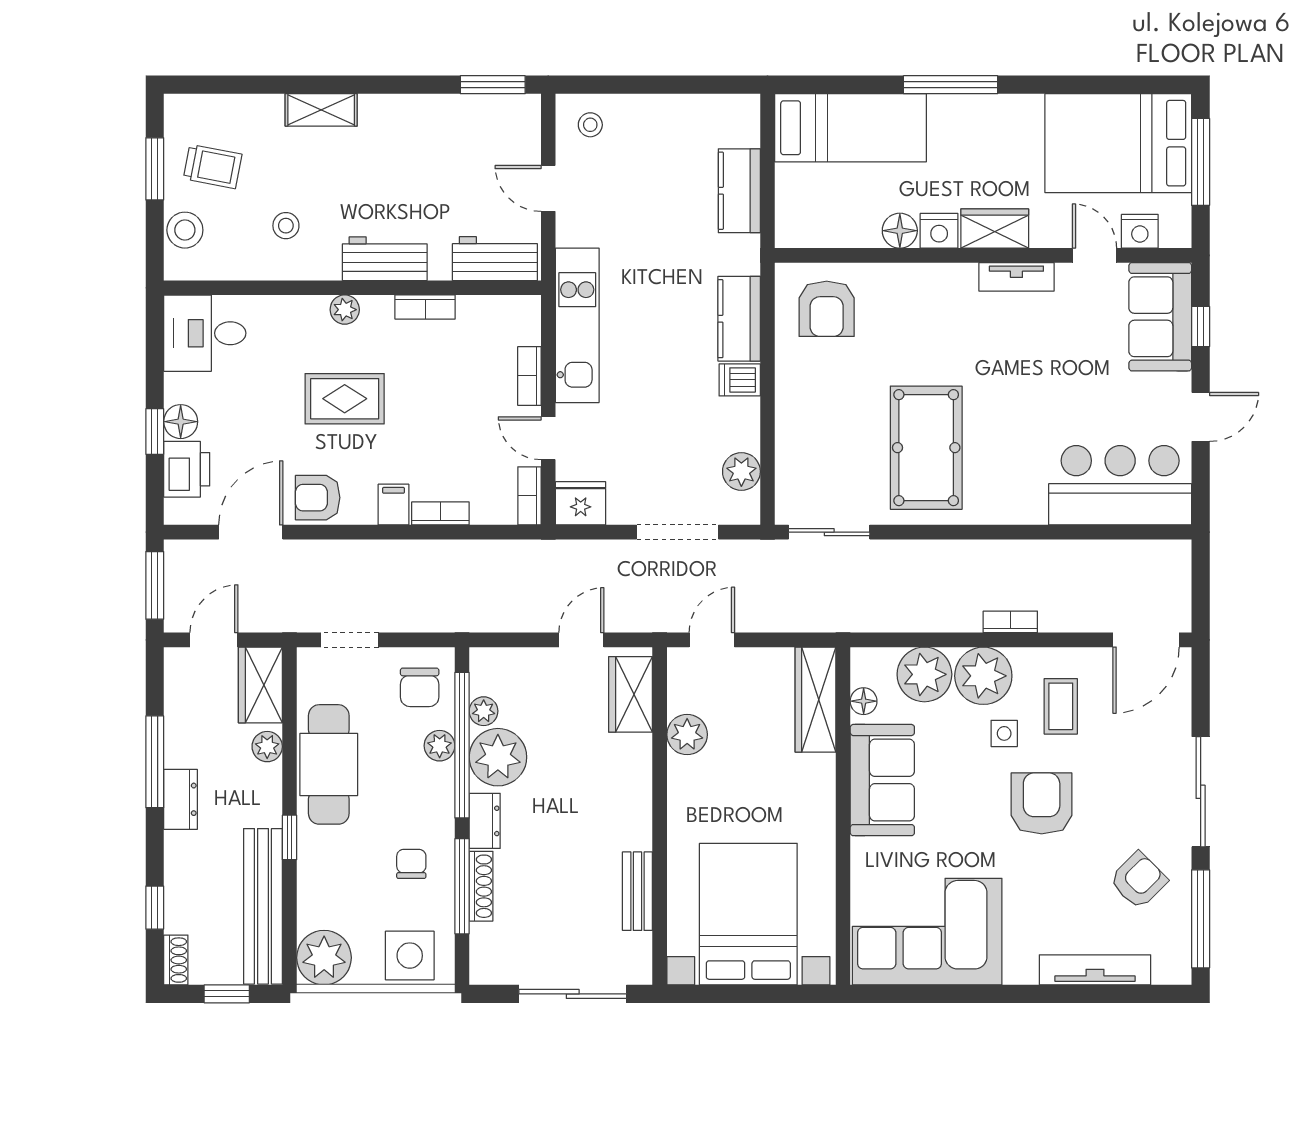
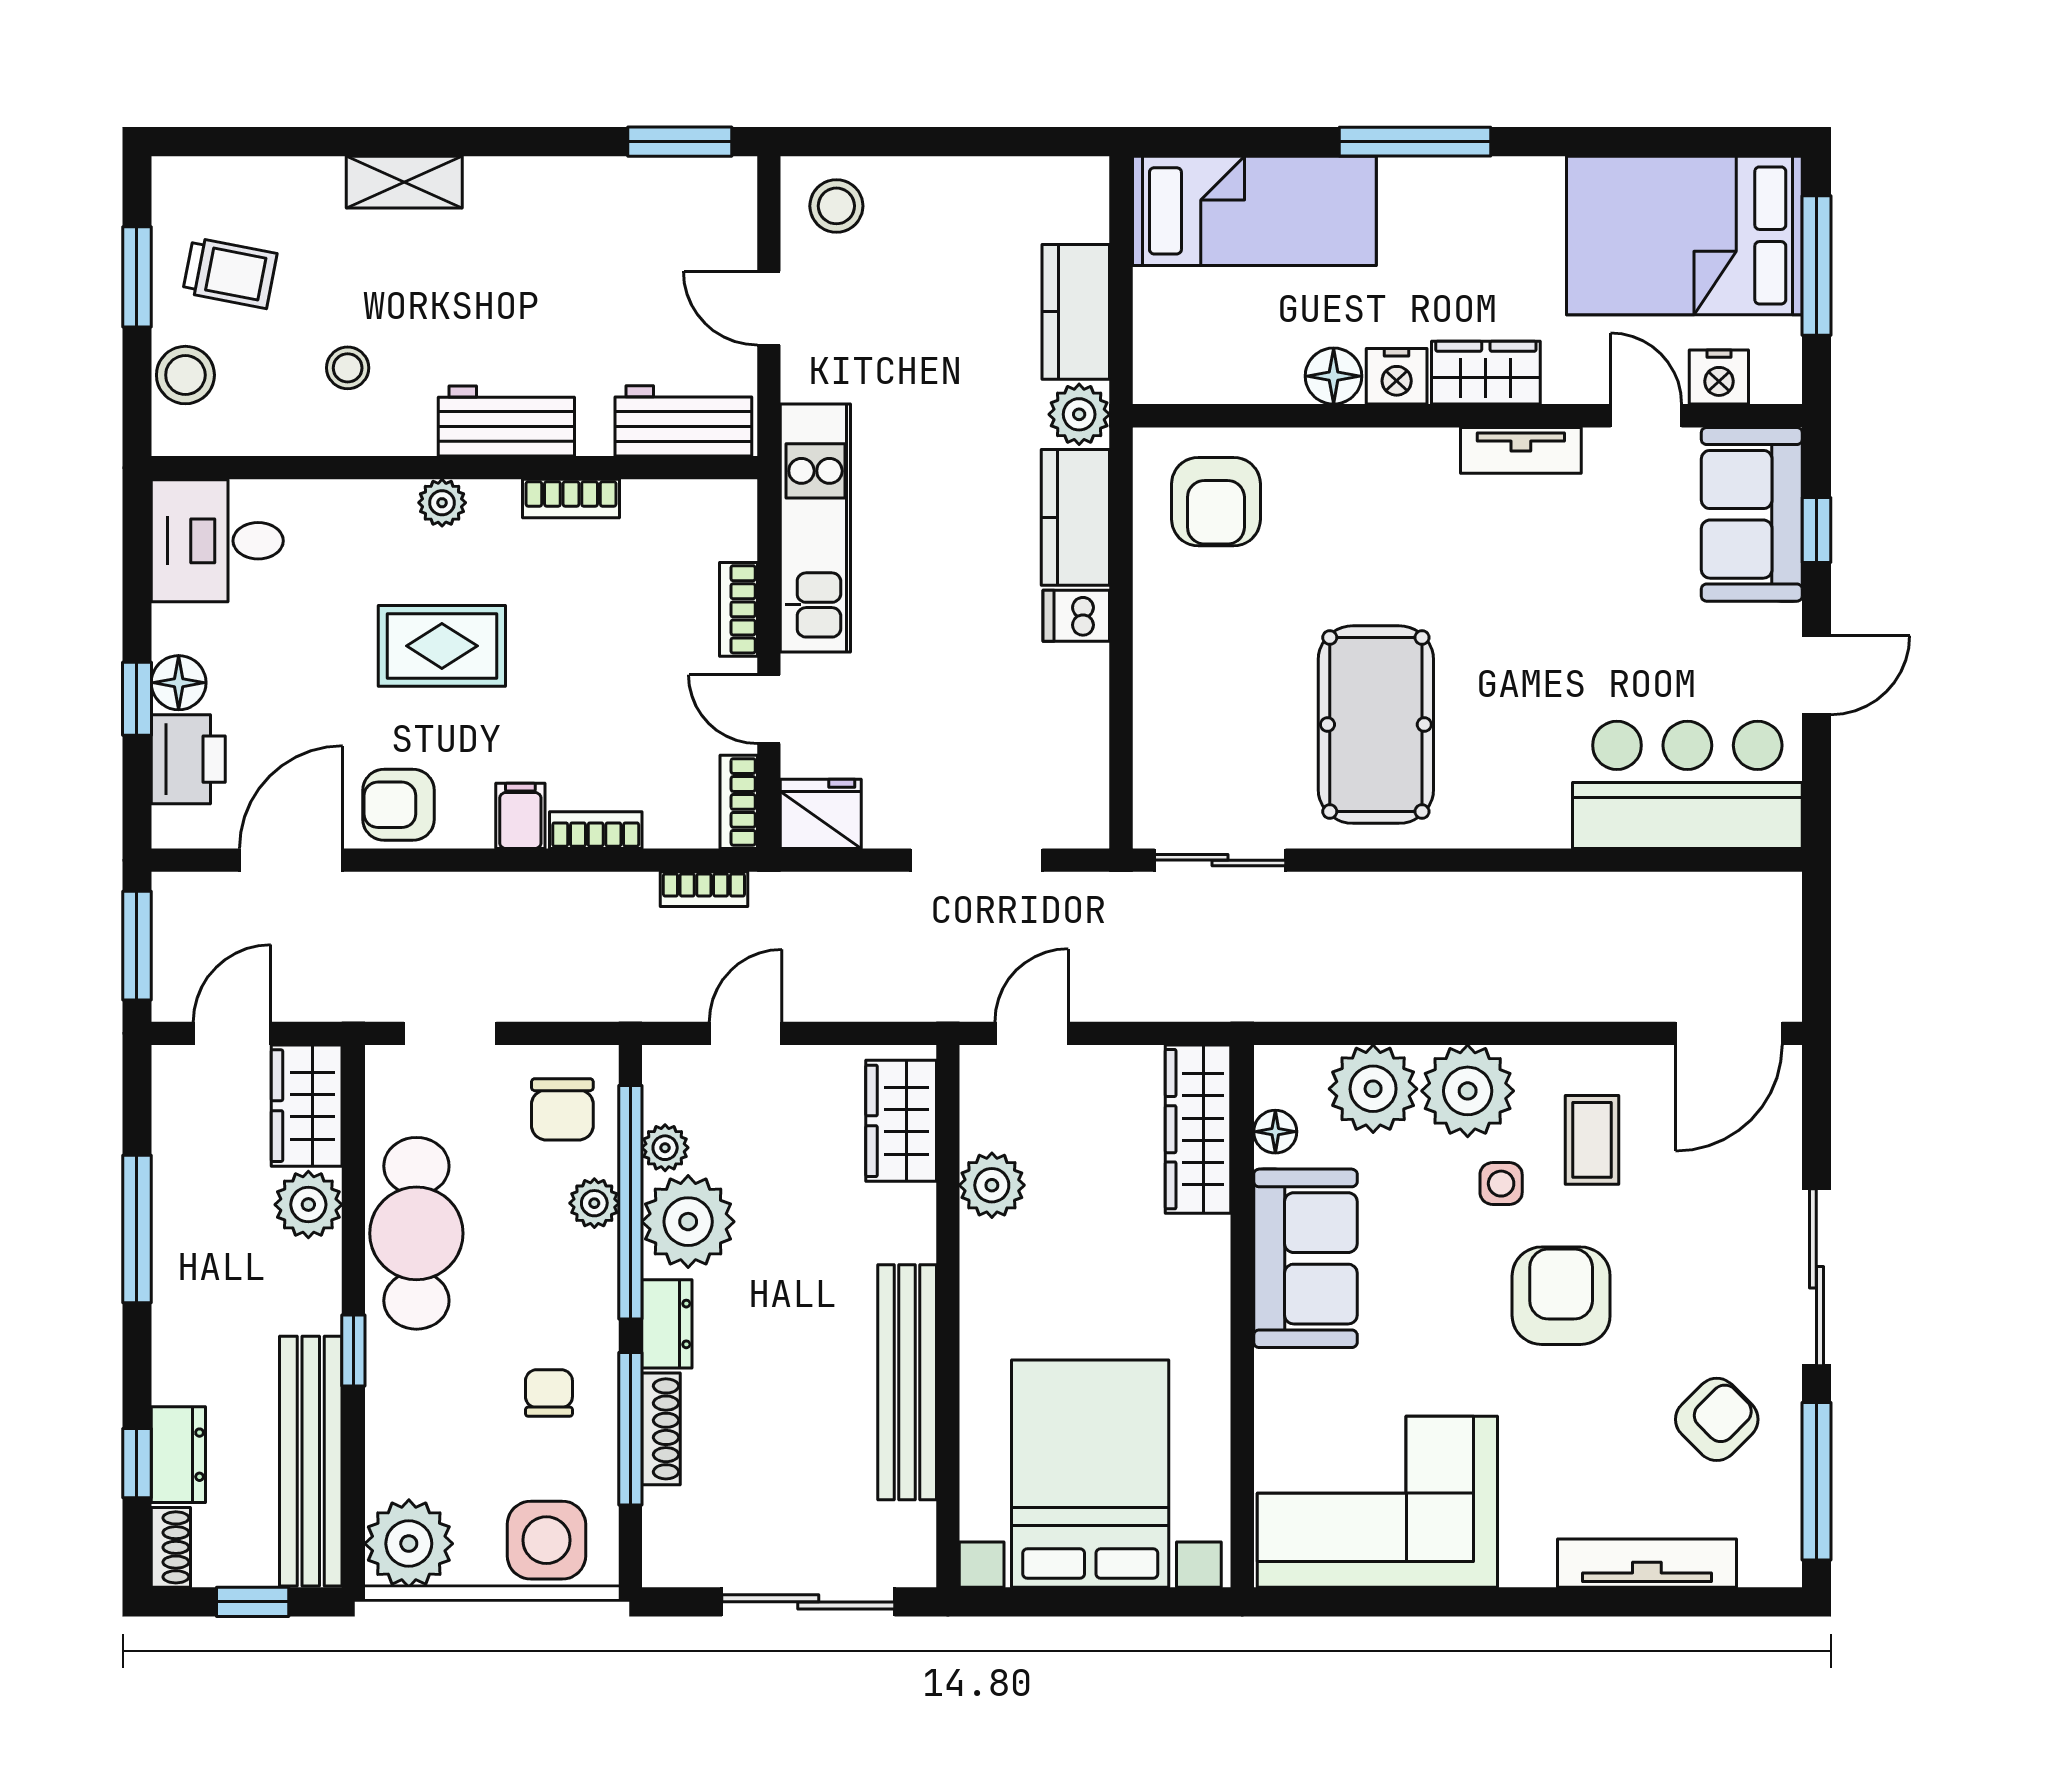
stool: (590, 125) -> (836, 206), width x1.37, depth x1.37
plant: (741, 472) -> (1079, 414), moved
bookcase: (1010, 622) -> (704, 889), moved, turned 180
door: (581, 640) -> (746, 1033), moved
plant: (267, 747) -> (308, 1205), width x1.38, depth x1.38
dresser: (181, 799) -> (178, 1455), moved
bench: (637, 891) -> (907, 1382), width x1.86, depth x1.21

